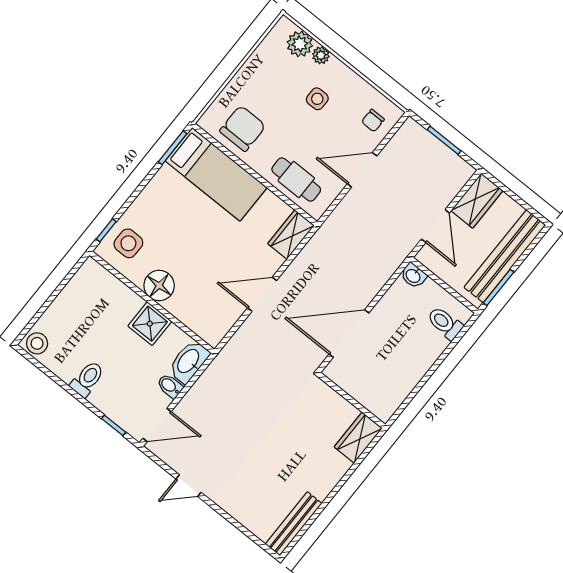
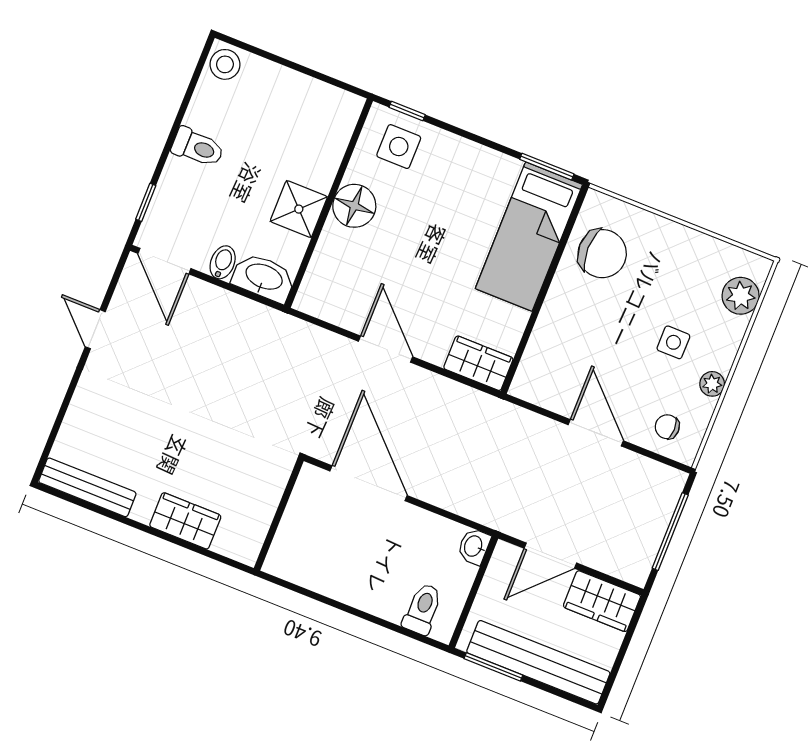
plant: (321, 55) -> (712, 384), moved
window: (444, 140) -> (670, 532), width x1.44
cafe table: (296, 180) -> (555, 347), removed
wardrobe: (358, 438) -> (185, 521), moved

